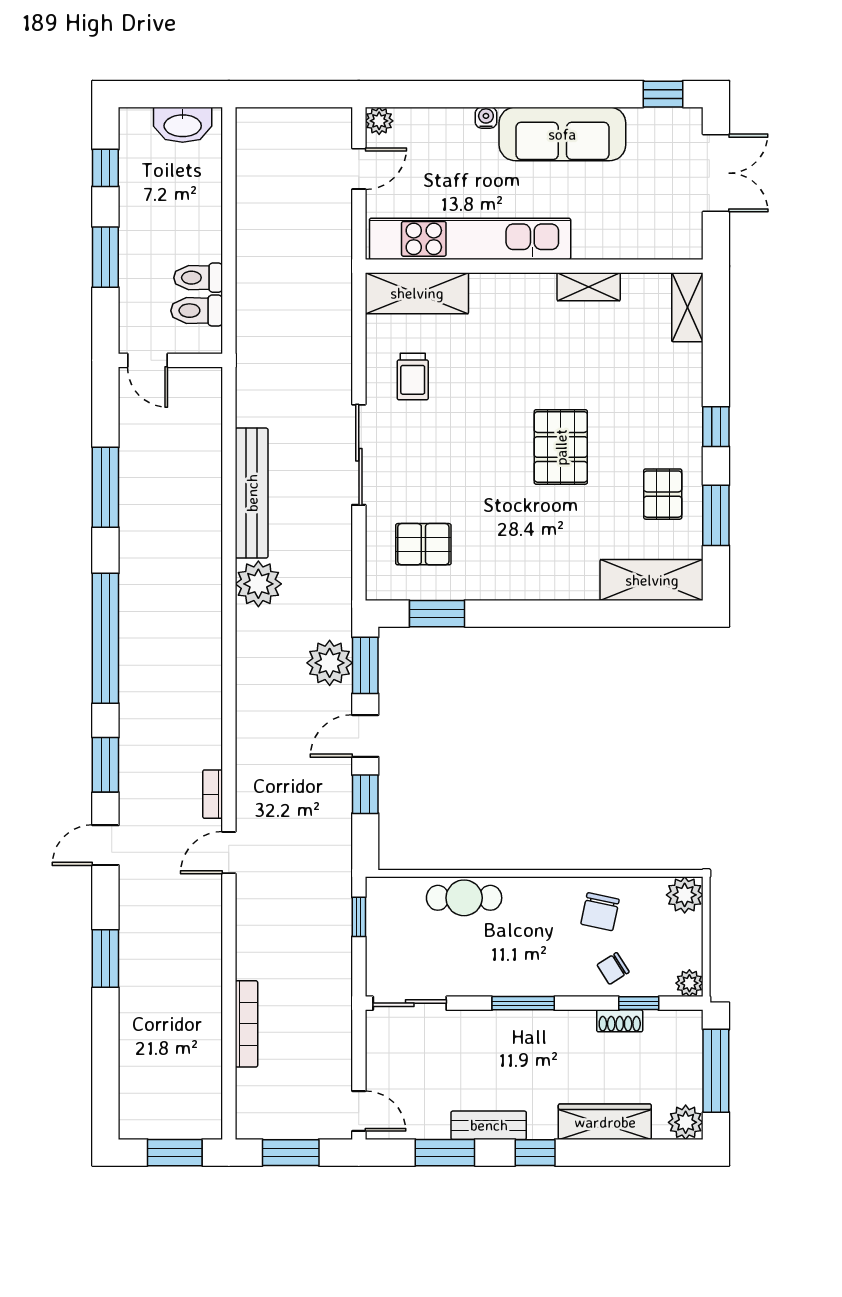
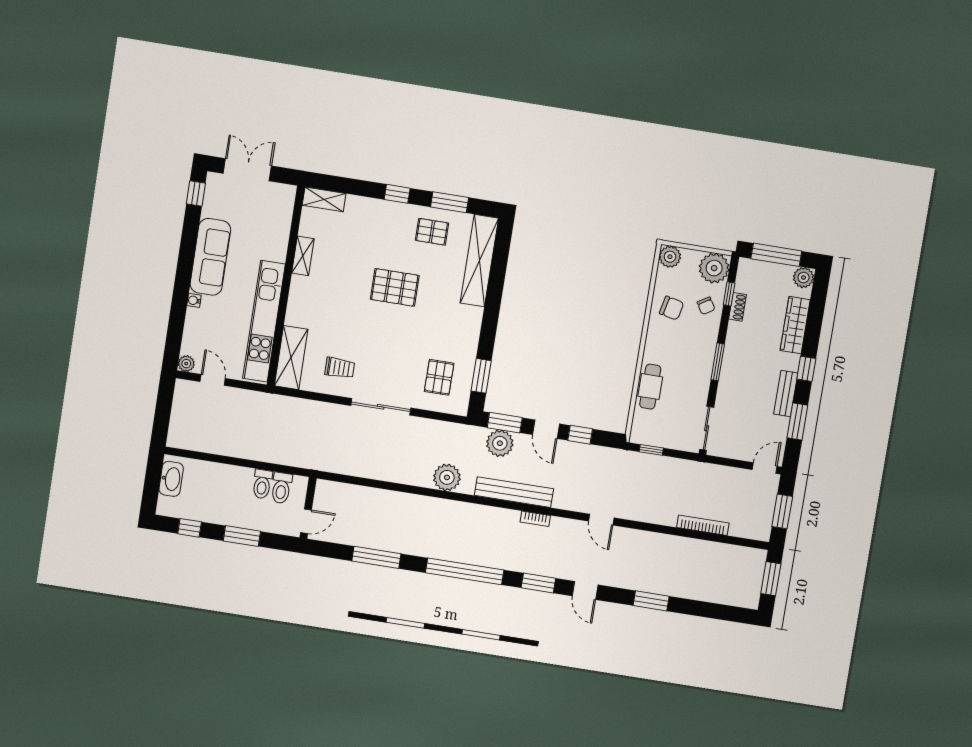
bench: (252, 493) -> (514, 492), moved
shelving: (652, 580) -> (479, 261), width x1.47
bookcase: (213, 794) -> (535, 519), moved
plant: (689, 983) -> (714, 268), width x1.88, depth x1.88

